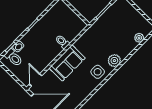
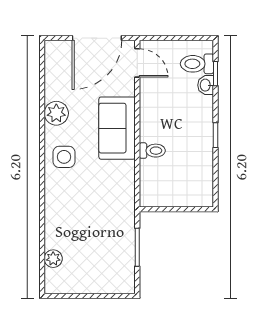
plant: (114, 61) -> (56, 113), moved

